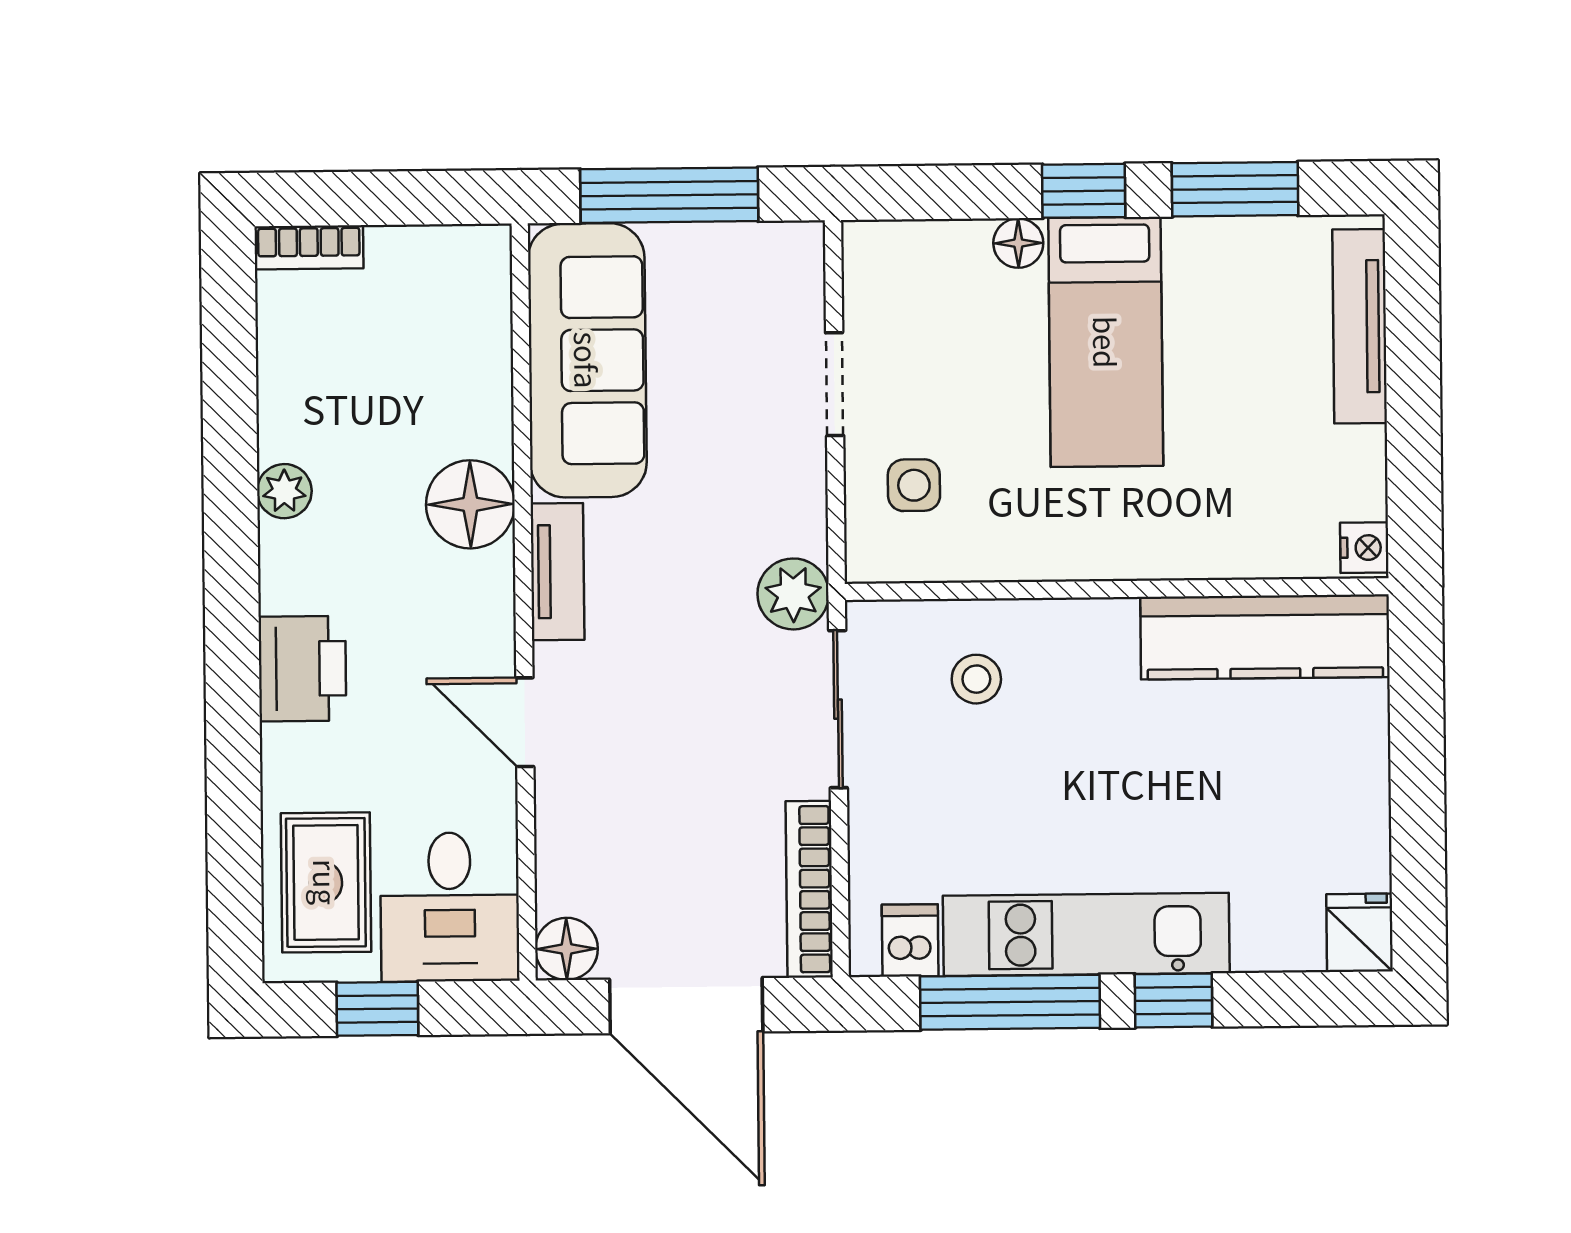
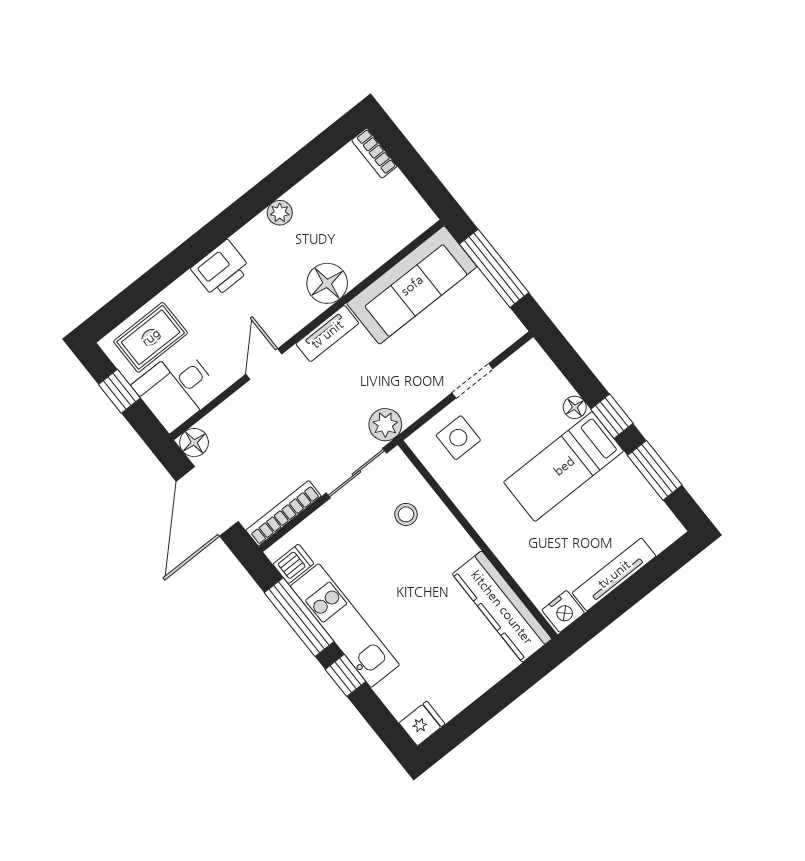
tv unit: (1360, 326) -> (614, 574), moved
side table: (914, 485) -> (458, 438), width x1.37, depth x1.37
nightstand: (1364, 548) -> (563, 611), width x1.39, depth x1.35

